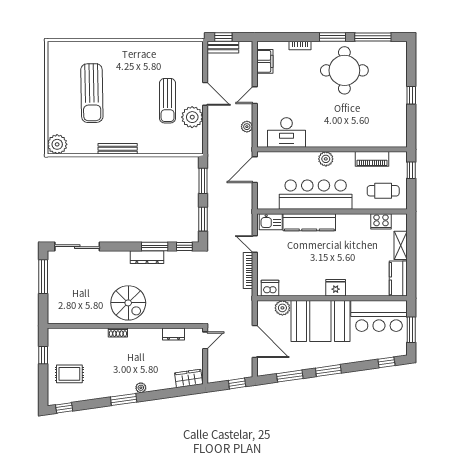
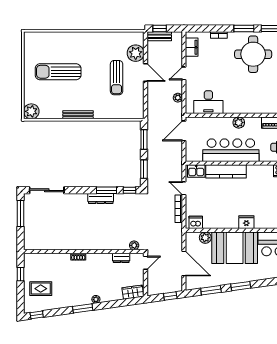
sun lounger: (92, 93) -> (58, 72), turned 91
plant: (192, 117) -> (136, 53), moved
spiral stairs: (128, 303) -> (86, 234), removed
plant: (190, 318) -> (134, 245), added

